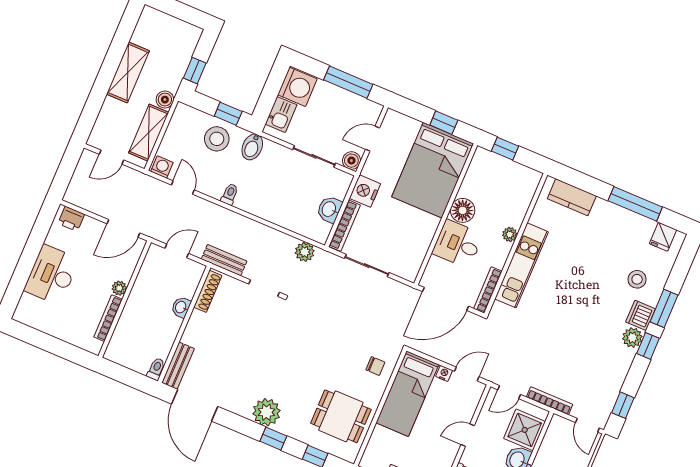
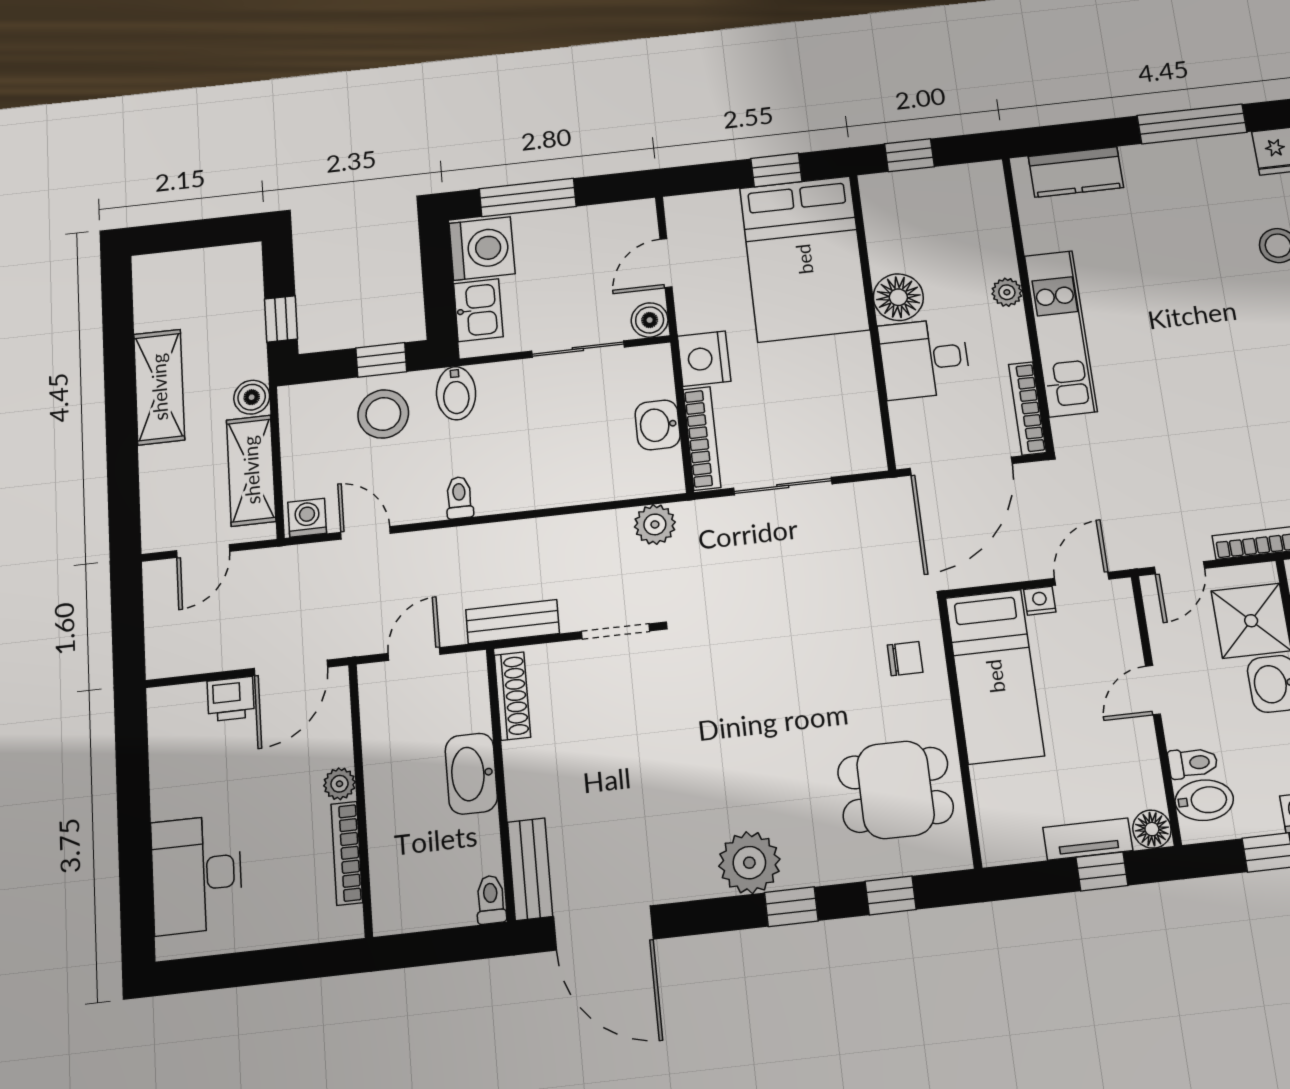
window: (348, 82) -> (528, 198), moved
printer: (71, 219) -> (231, 699), moved
desk: (52, 275) -> (197, 874), moved
washbasin: (181, 307) -> (471, 774), width x1.91, depth x1.45

